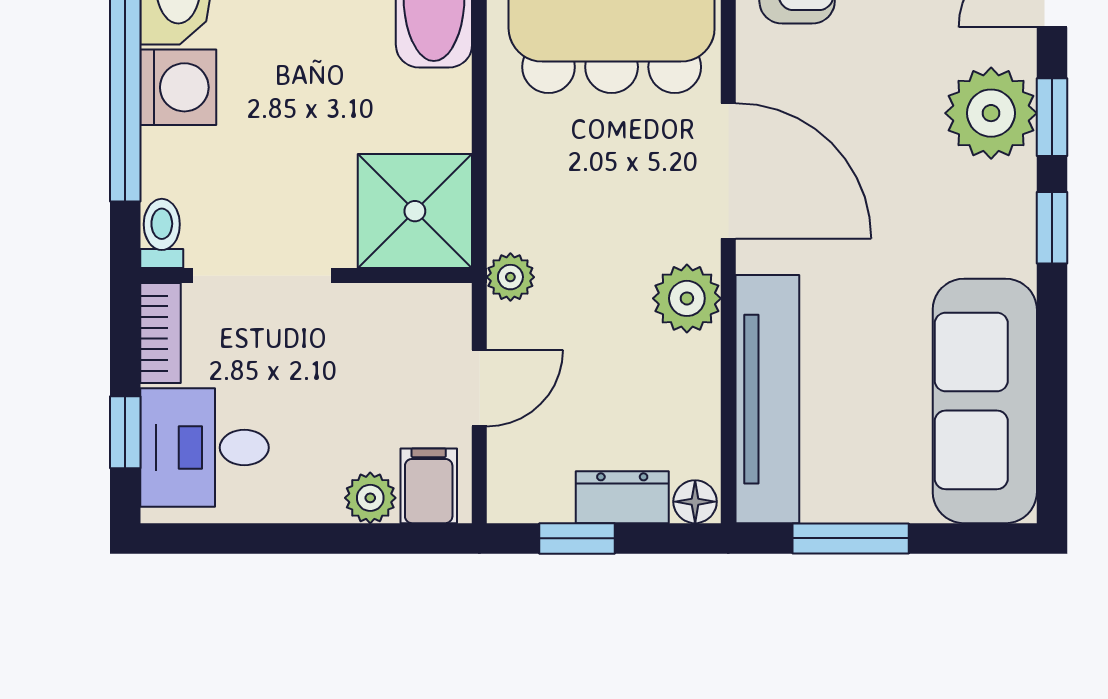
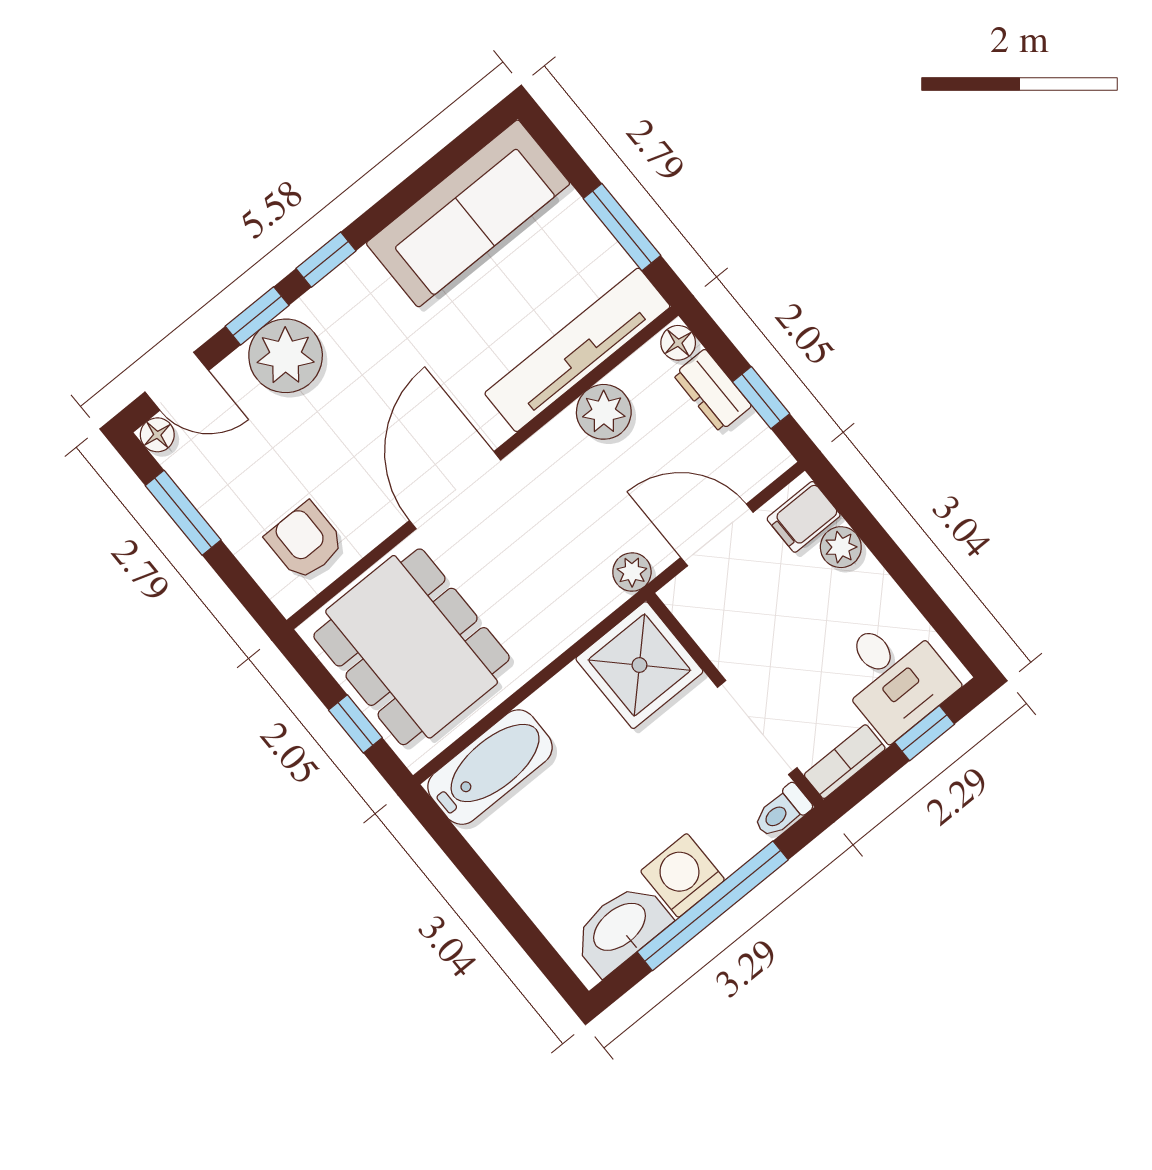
plant: (687, 298) -> (604, 412), moved
door: (479, 388) -> (717, 535), width x1.38

